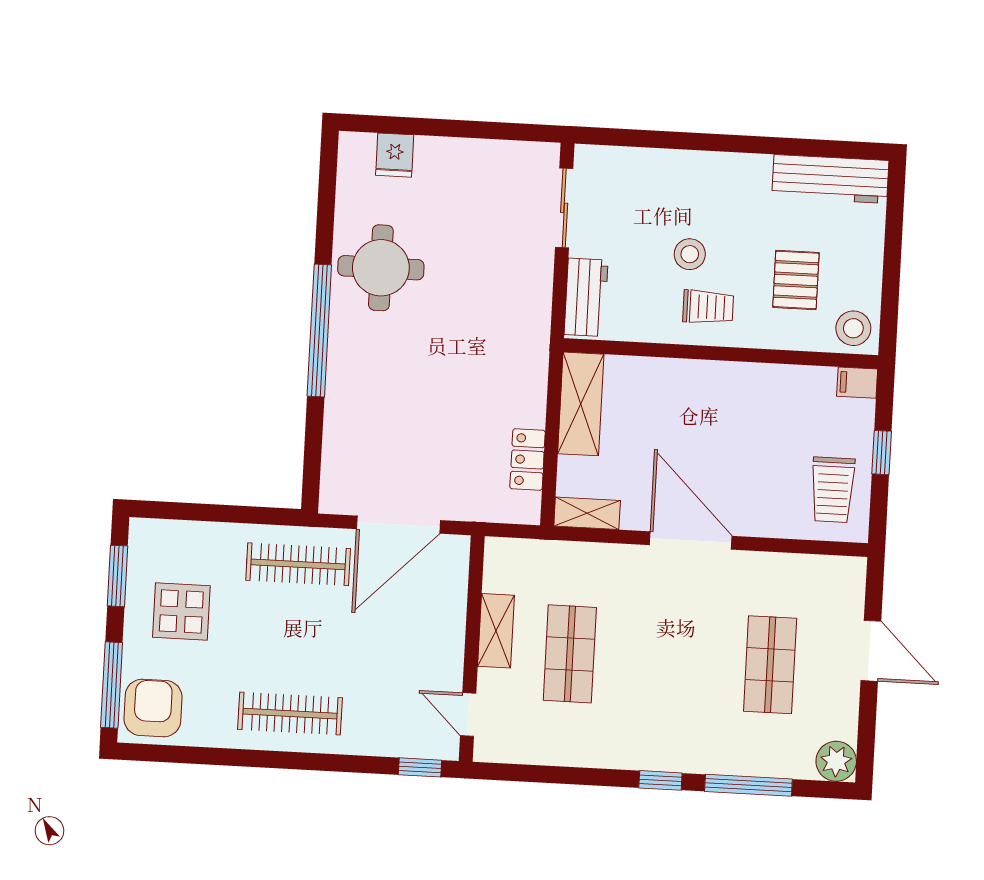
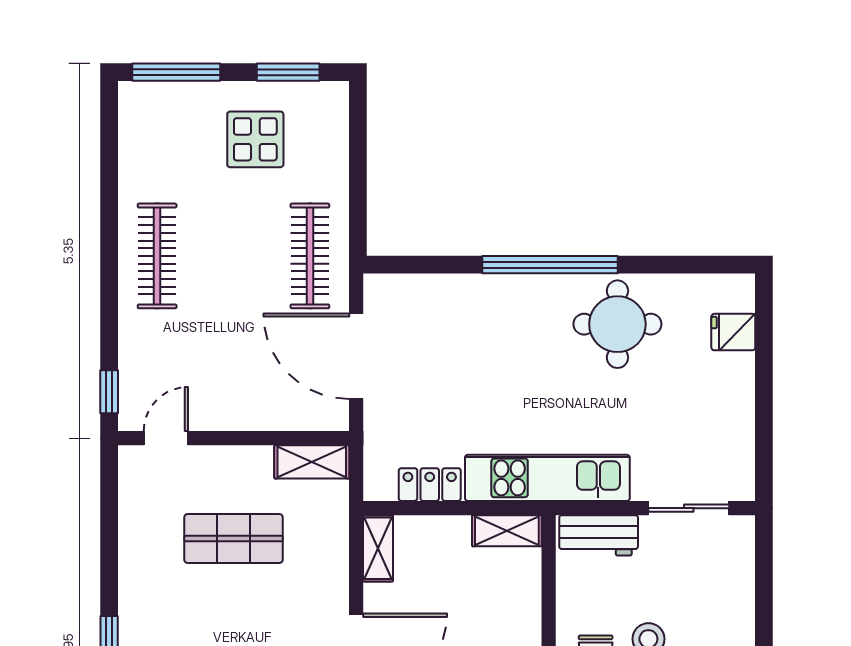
kitchen unit: (527, 344) -> (547, 478), added
shelving: (581, 404) -> (507, 531), width x0.67, depth x0.75
shelving: (496, 631) -> (312, 462), moved
armchair: (153, 708) -> (155, 116), removed

